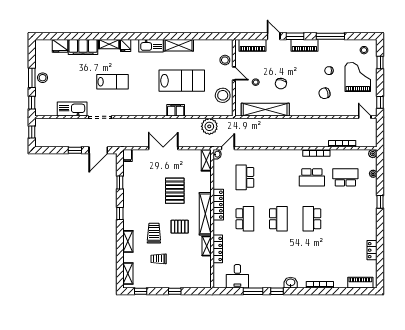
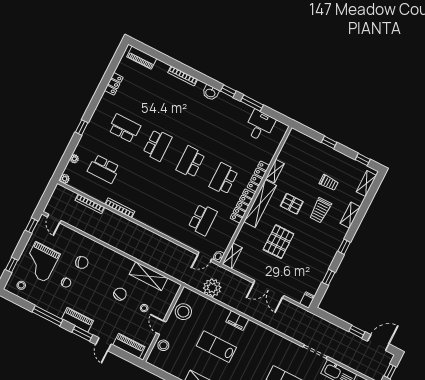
lab bench: (182, 81) -> (216, 347), width x0.73, depth x0.72
shelving: (265, 110) -> (149, 276), width x0.68
door: (98, 150) -> (378, 343), moved
school desk: (312, 177) -> (124, 128), moved
locker: (218, 249) -> (258, 176), moved

